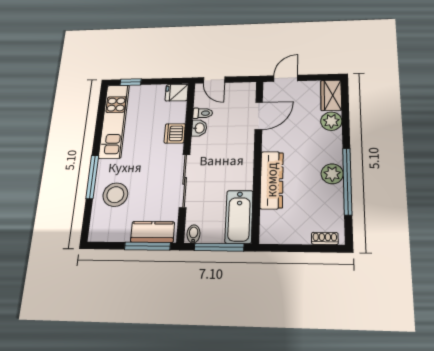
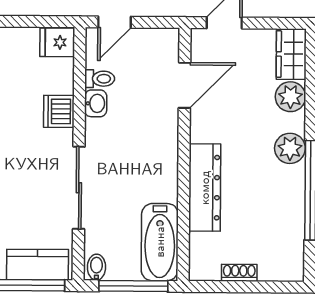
door: (214, 80) -> (115, 22), hinge flipped
plant: (332, 174) -> (290, 148), moved
shoe rack: (325, 238) -> (239, 273), moved

